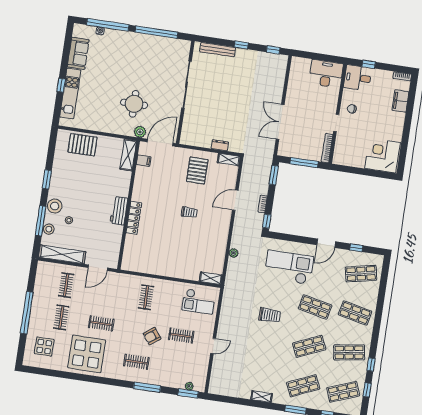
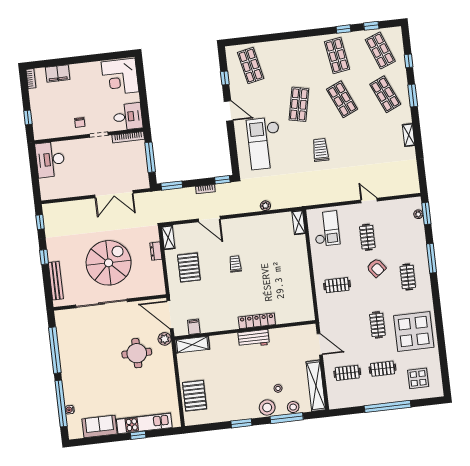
desk: (358, 78) -> (128, 117), moved, turned -90
spiral stairs: (221, 101) -> (109, 263), added
pallet: (197, 171) -> (189, 267), turned 90
shop shelf: (355, 313) -> (294, 60), removed

